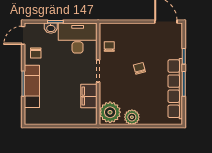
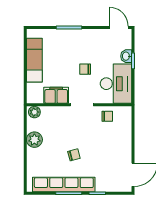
chair: (36, 53) -> (85, 69), moved
chair: (139, 68) -> (74, 155), moved
exam couch: (32, 86) -> (34, 60), moved, turned -90
plant: (110, 112) -> (34, 112), width x0.53, depth x0.53

